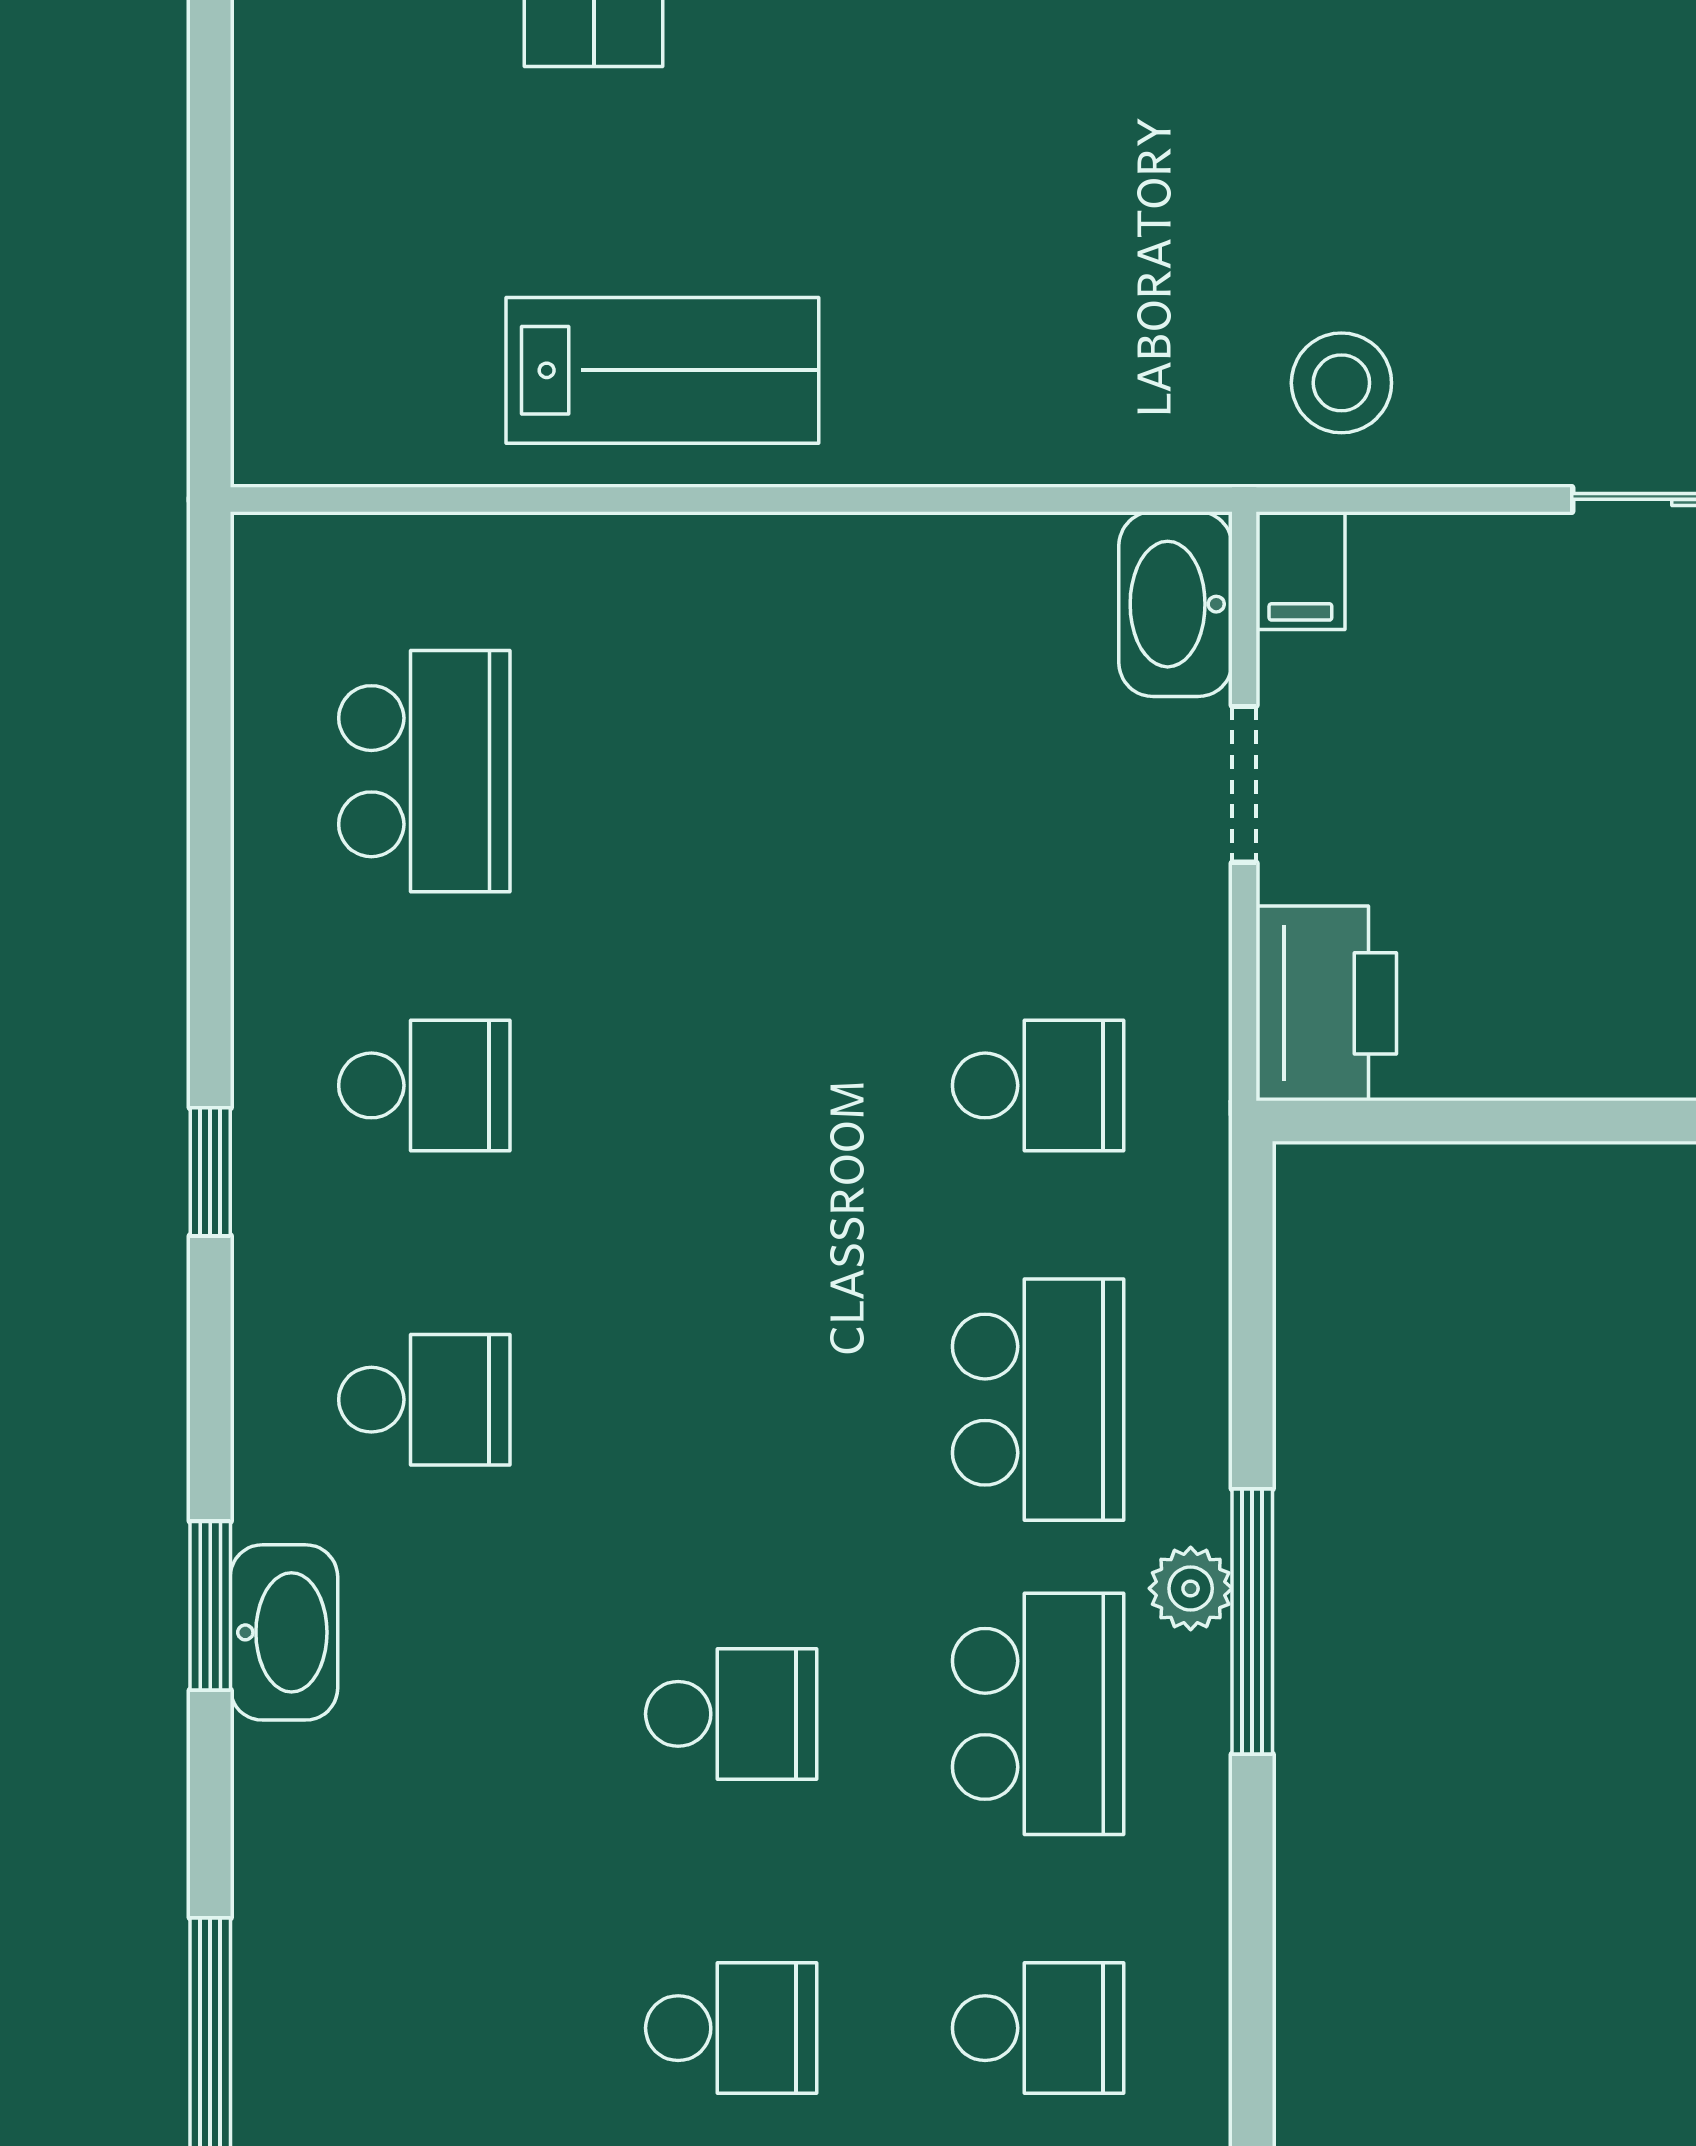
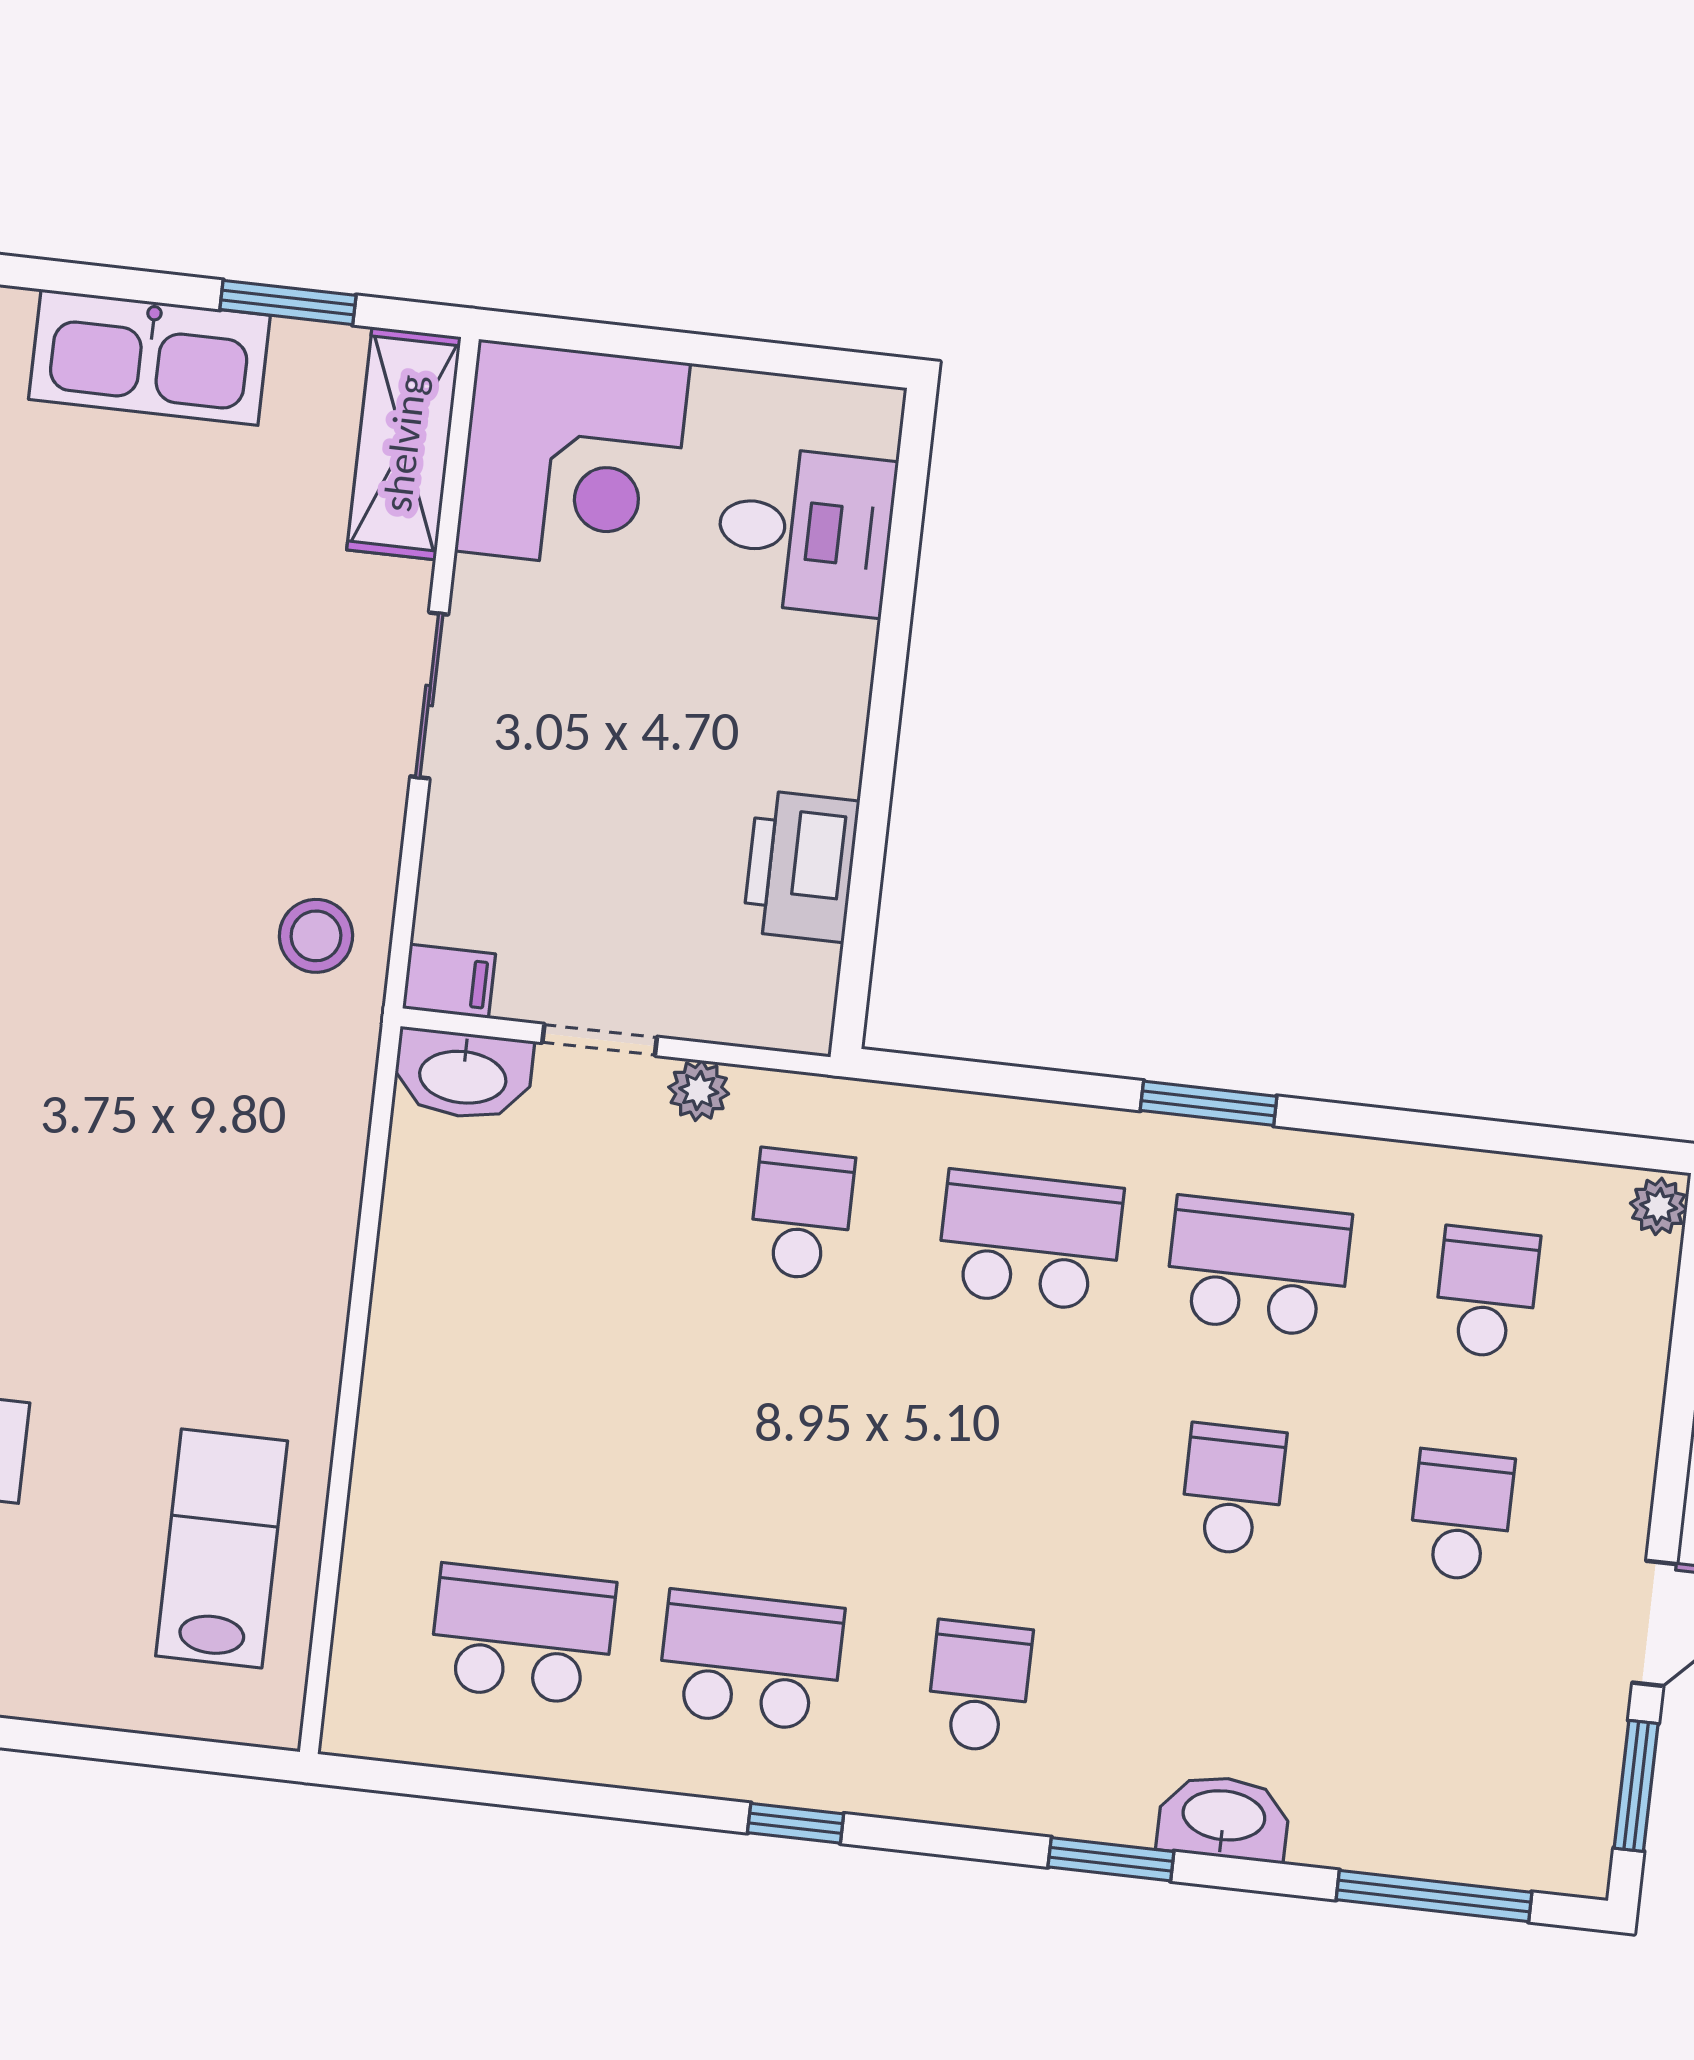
lab bench: (662, 370) -> (222, 1548), moved
printer: (1326, 1003) -> (801, 866), moved, turned -90
school desk: (424, 1085) -> (751, 1660), width x1.85
plant: (1191, 1588) -> (699, 1091), moved
window: (1252, 1621) -> (1209, 1103), width x0.69
washbasin: (284, 1632) -> (1224, 1818), moved

